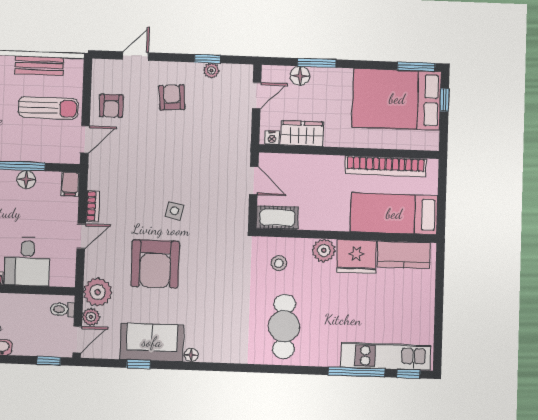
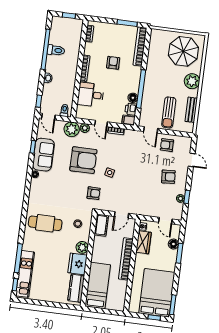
bookcase: (386, 166) -> (126, 259), moved
printer: (48, 181) -> (131, 109), added
armchair: (217, 238) -> (94, 193), added
armchair: (155, 264) -> (83, 160), turned 180
plant: (91, 317) -> (85, 128), moved

